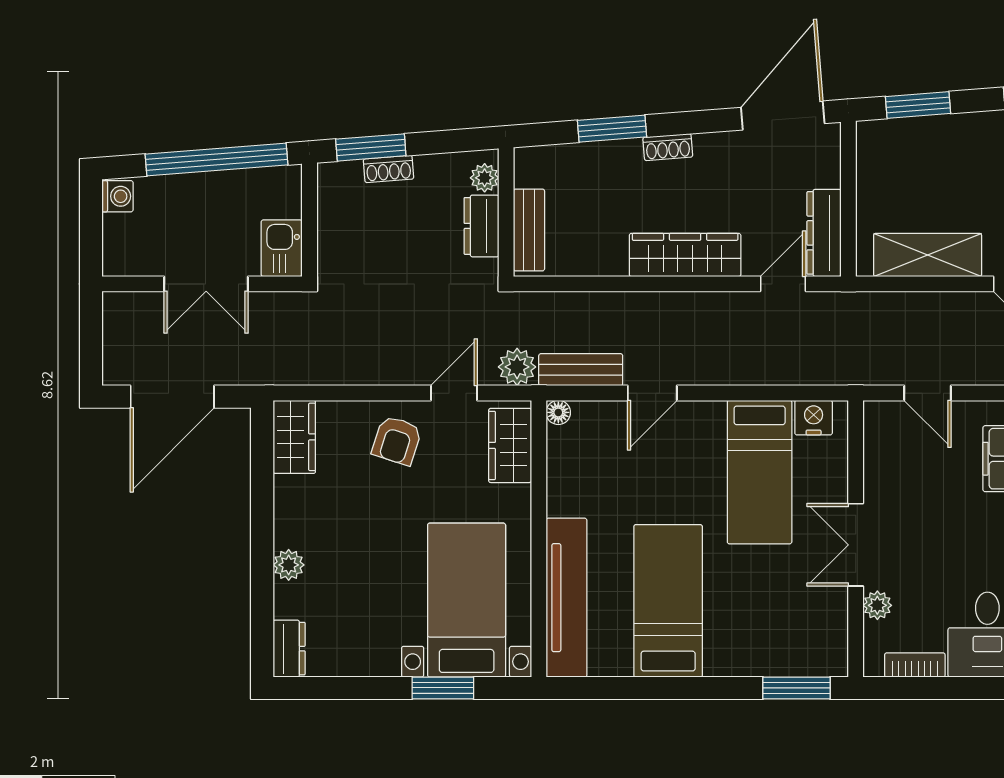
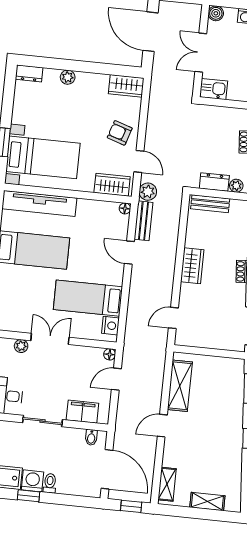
dresser: (824, 233) -> (195, 339), removed
wardrobe: (685, 255) -> (192, 266), width x0.67
boiler: (118, 260) -> (216, 13), added
door: (783, 284) -> (173, 318), swing flipped
floor lamp: (876, 413) -> (110, 354), added

